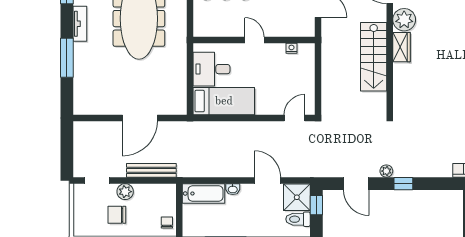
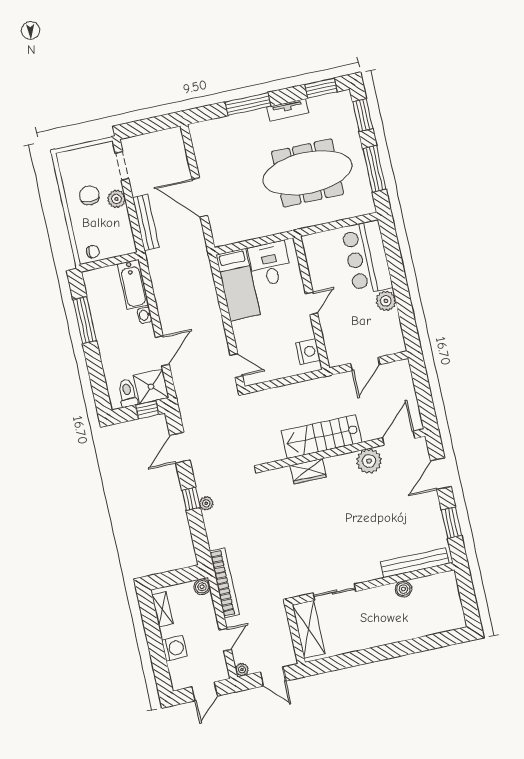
wardrobe: (401, 47) -> (308, 471), moved
nightstand: (291, 48) -> (308, 352), width x1.89, depth x1.79
plant: (386, 171) -> (206, 503), moved

